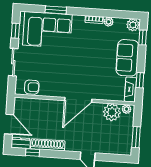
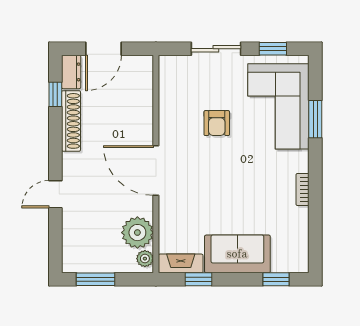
plant: (109, 22) -> (300, 216), removed
plant: (133, 25) -> (297, 260), removed
armchair: (32, 87) -> (217, 123), moved

